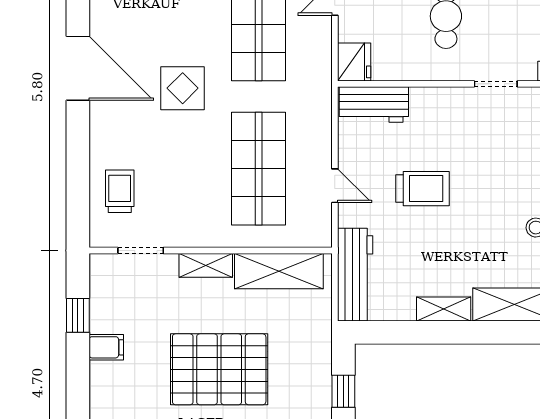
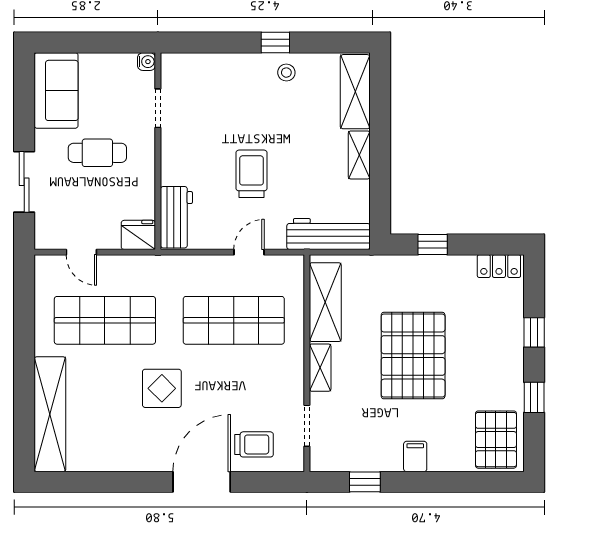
door: (78, 68) -> (202, 482), moved
trolley: (120, 191) -> (254, 444), turned 180
filing cabinet: (106, 347) -> (415, 456), moved

